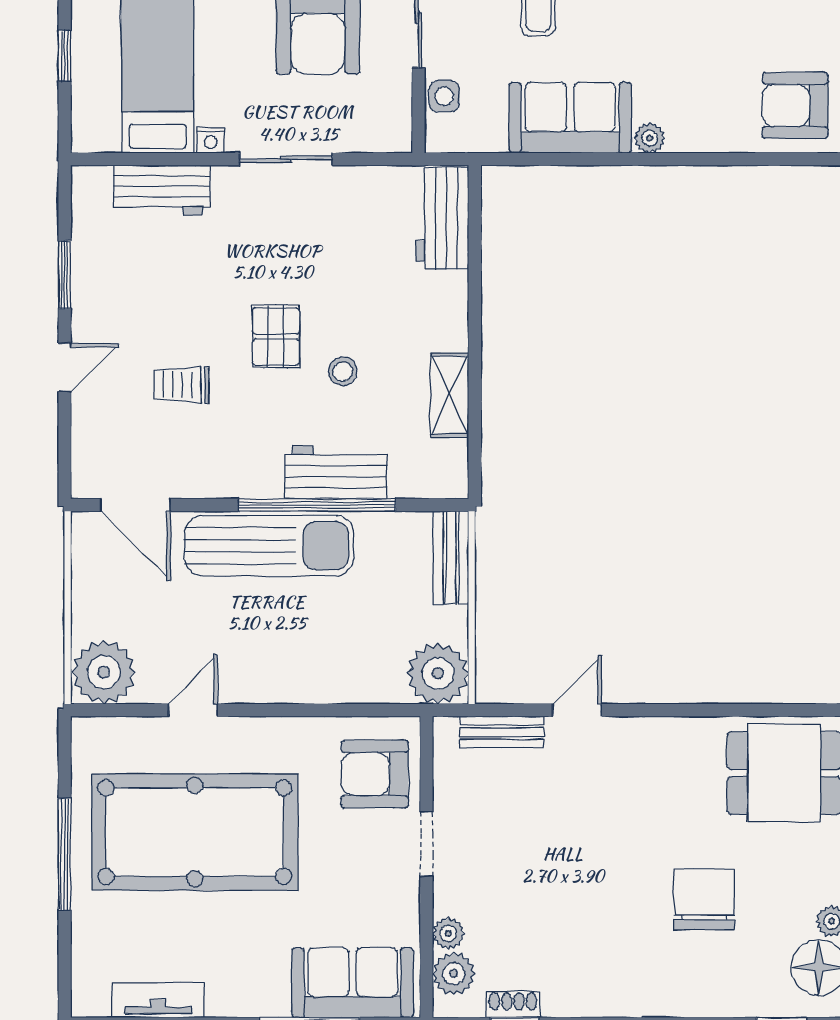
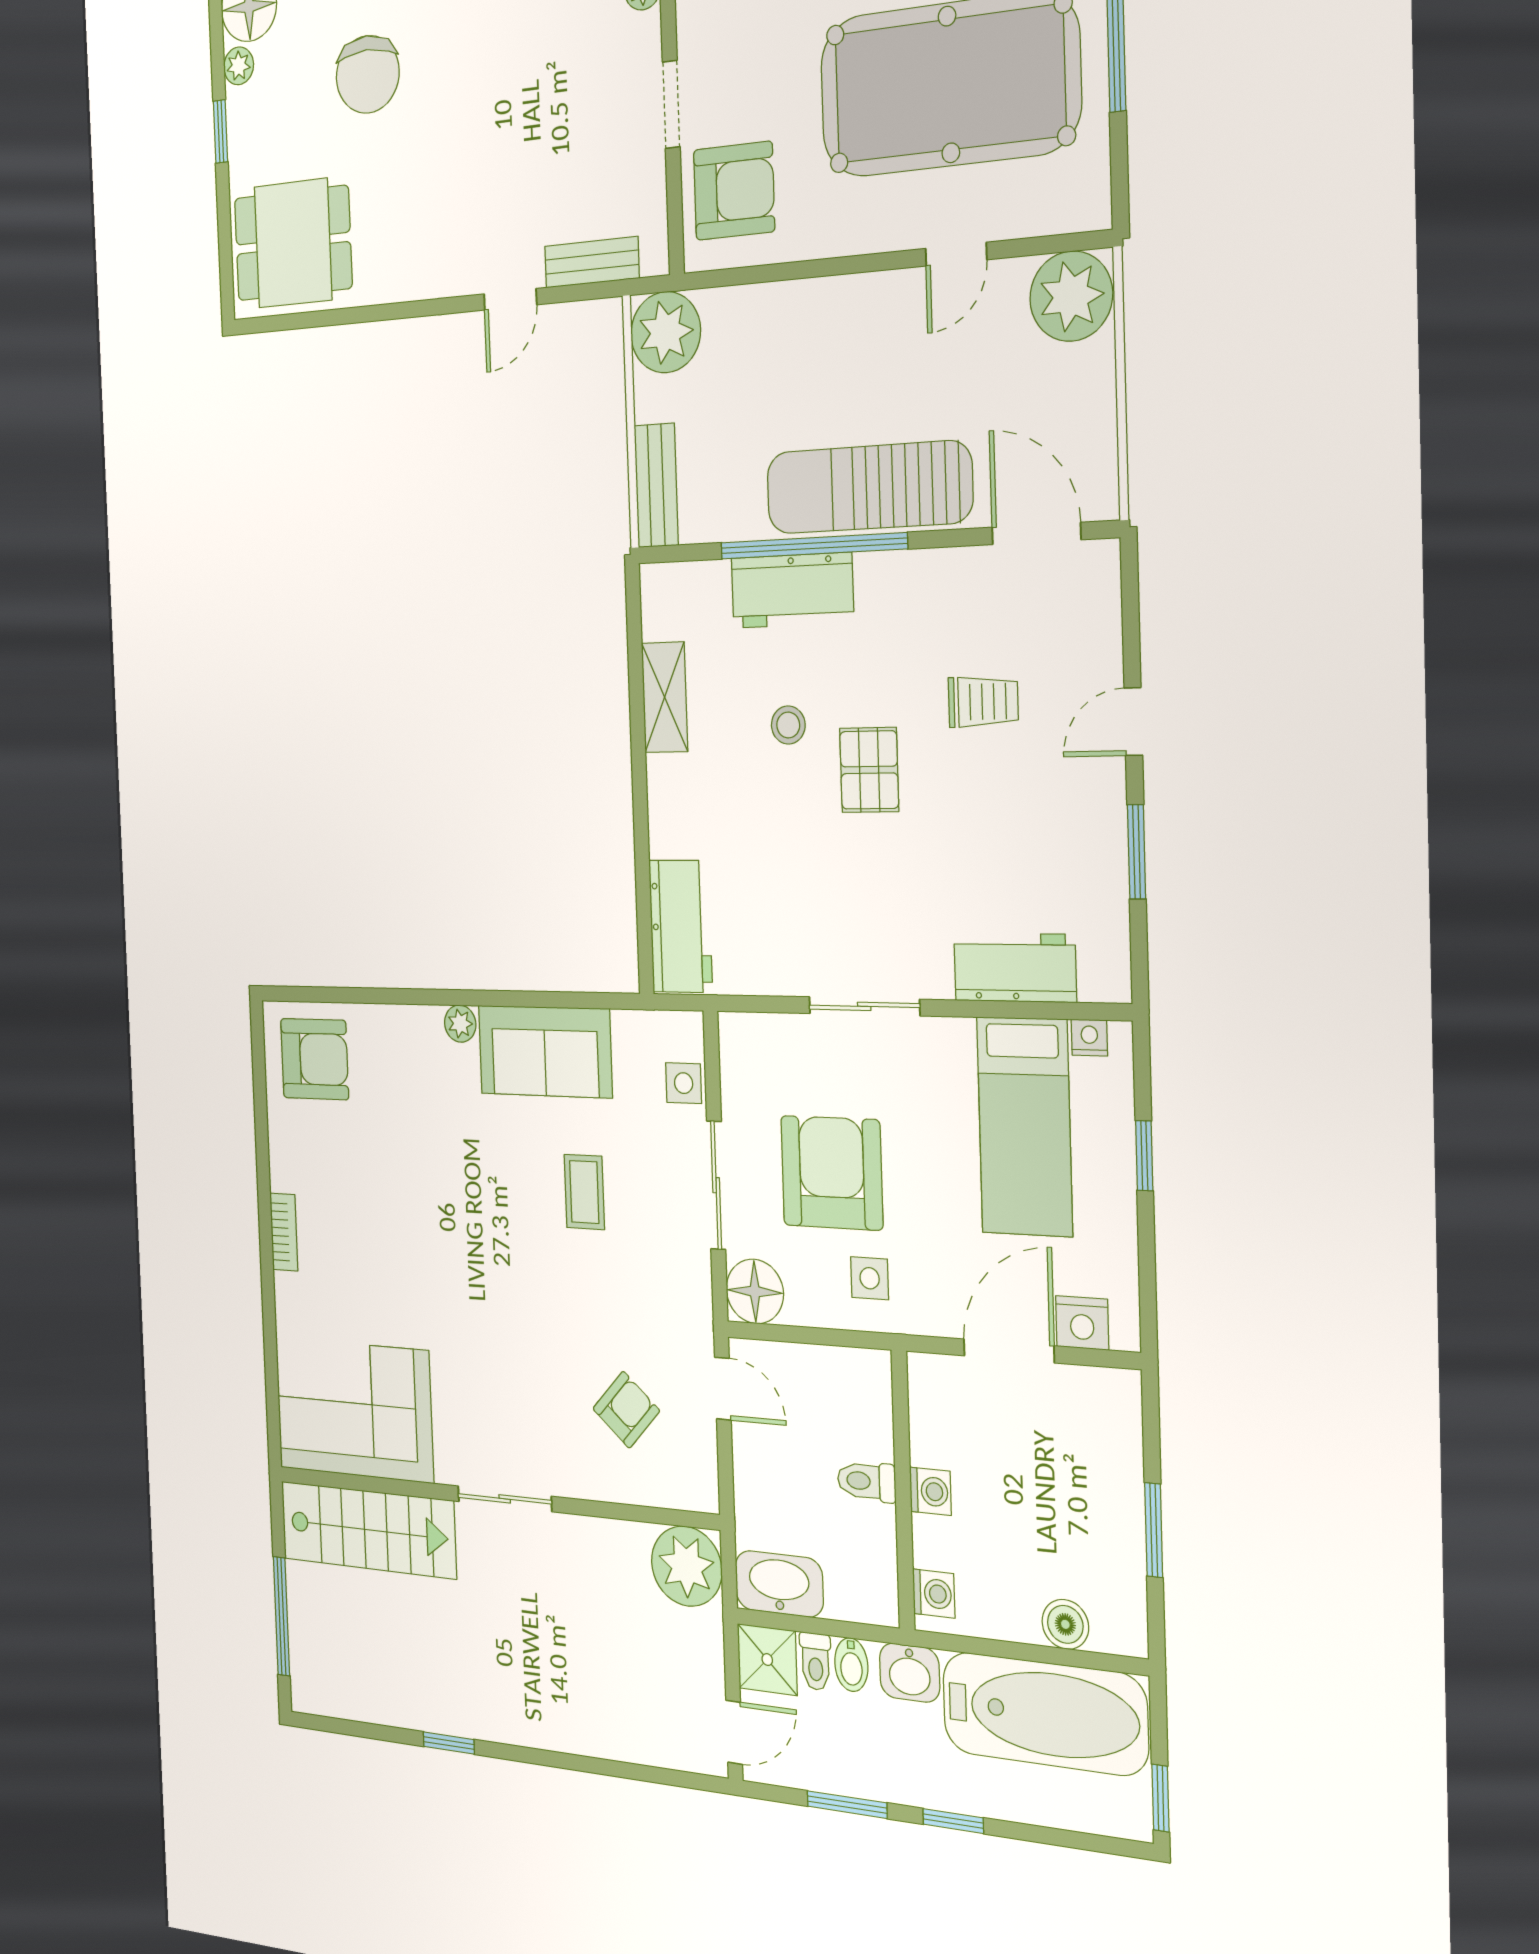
nightstand: (211, 140) -> (1089, 1038), moved

